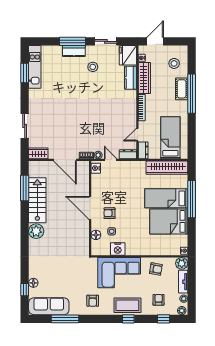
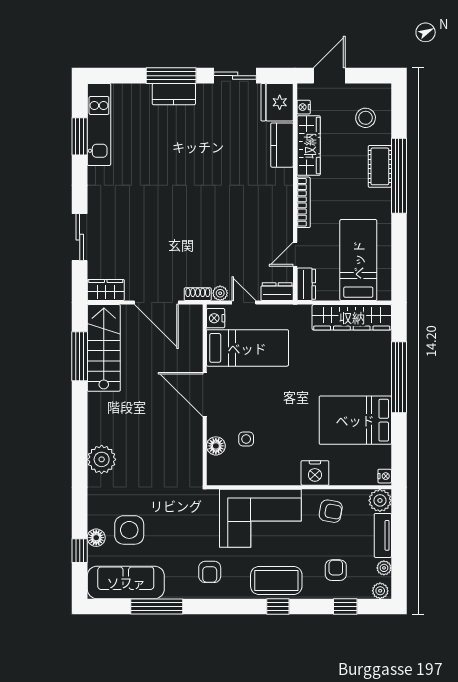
stool: (93, 67) -> (210, 124), removed
bed: (166, 198) -> (247, 348), moved, turned 180
stairs: (37, 200) -> (104, 348), moved
armchair: (109, 213) -> (242, 404), removed
plant: (36, 231) -> (102, 459), moved
nightstand: (118, 249) -> (315, 473), moved
side table: (51, 279) -> (129, 530), added

